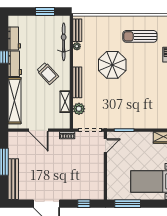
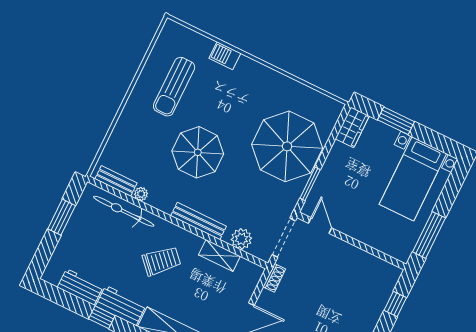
parasol: (138, 109) -> (287, 146), added

